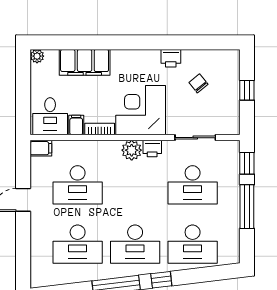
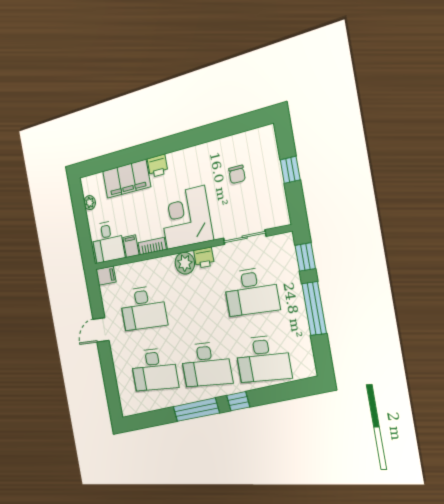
plant: (37, 56) -> (90, 203), moved
printer: (171, 58) -> (158, 166), moved
chair: (198, 83) -> (237, 174), turned -141

